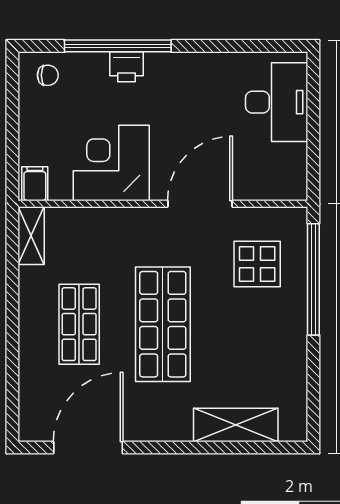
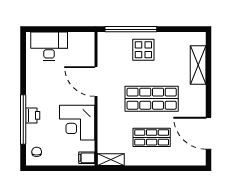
display table: (257, 264) -> (143, 50), moved

